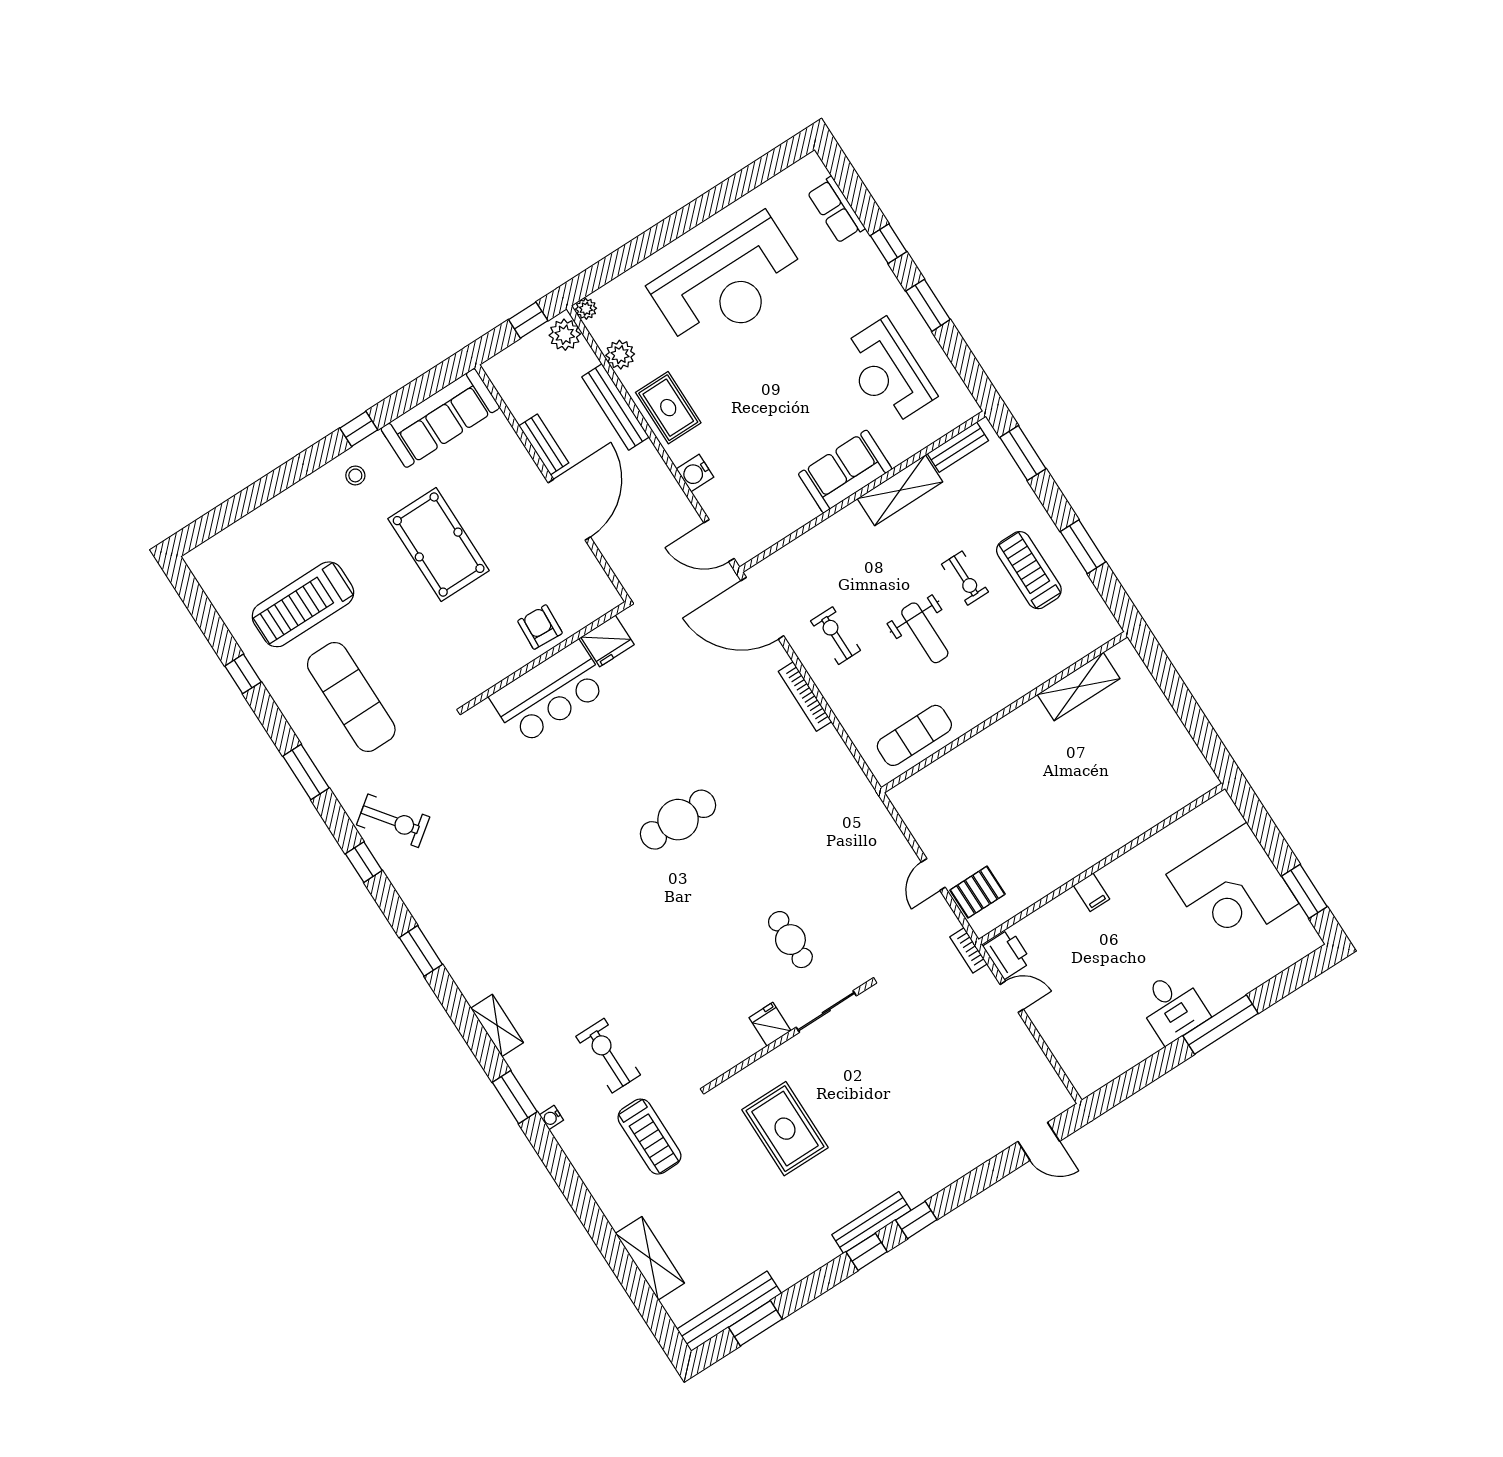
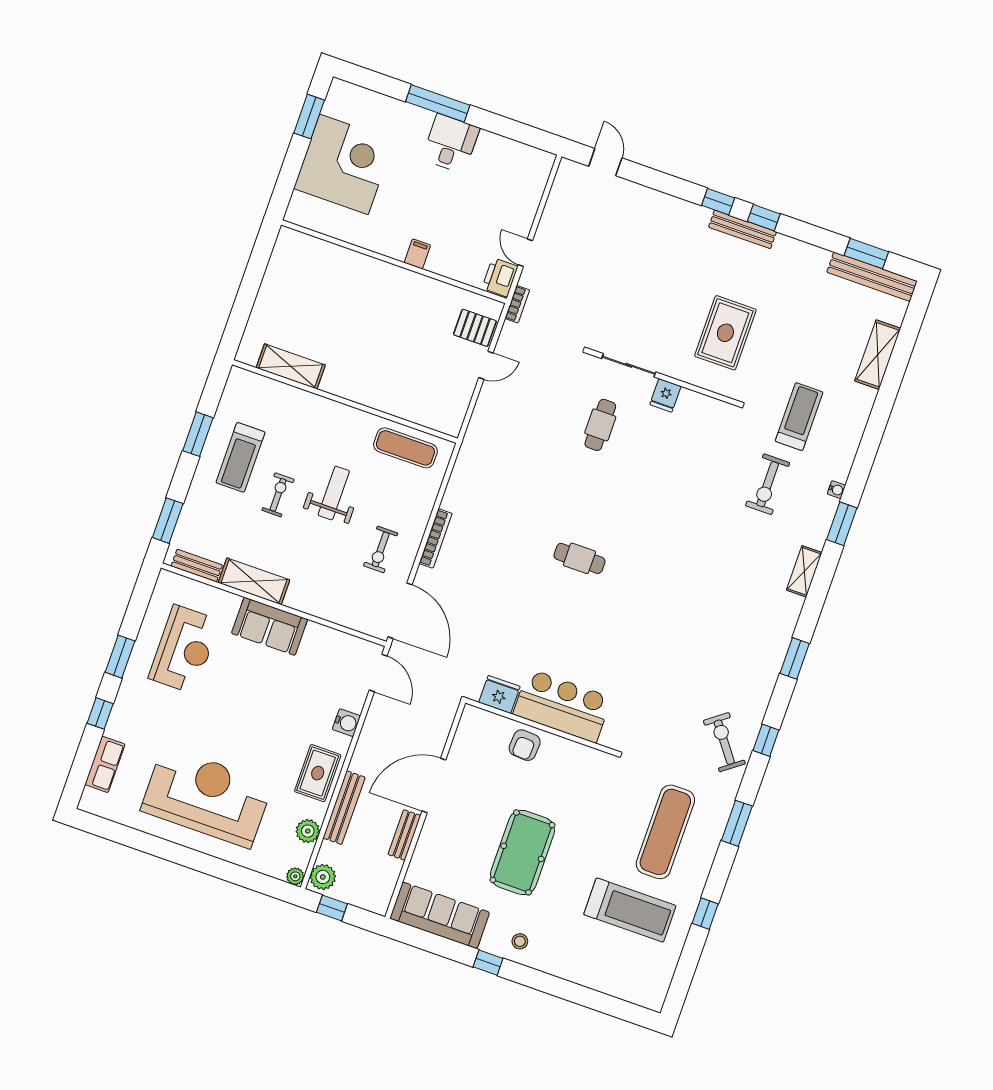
cafe table: (678, 820) -> (579, 558), width x0.73, depth x0.74

